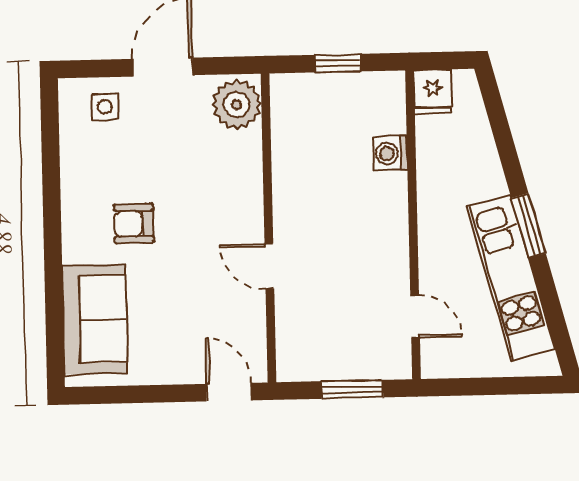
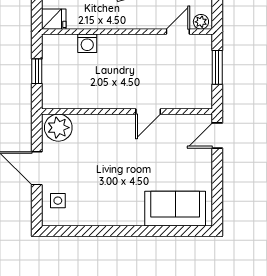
armchair: (134, 224) -> (123, 186), removed
plant: (434, 358) -> (201, 22), added

